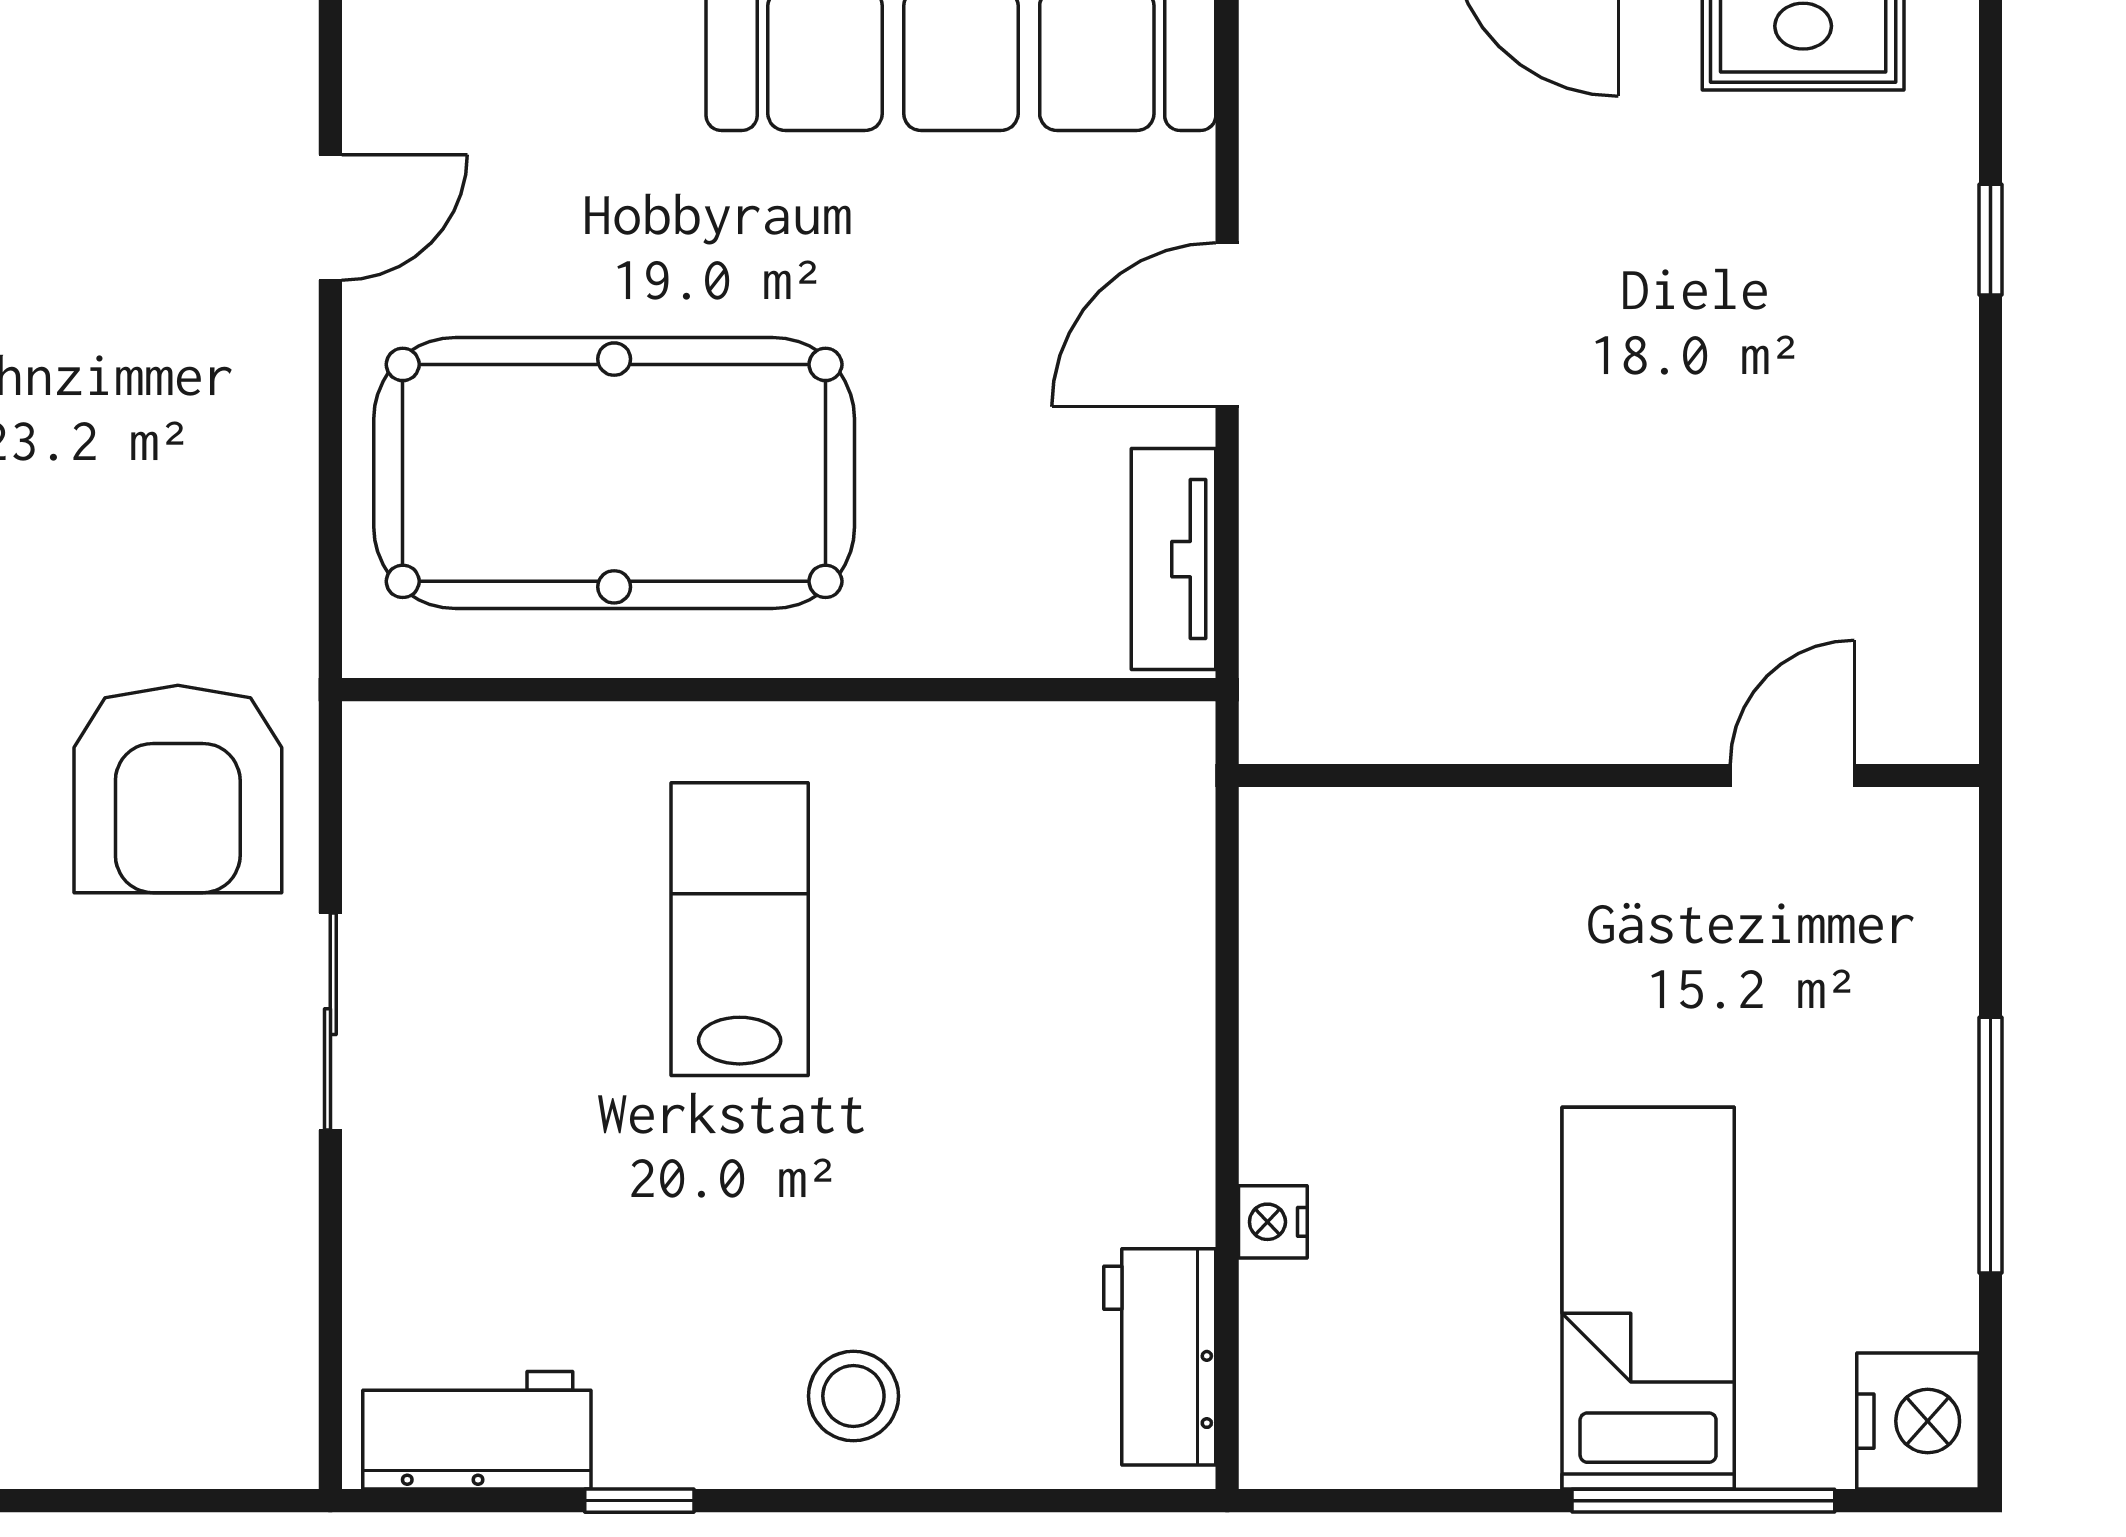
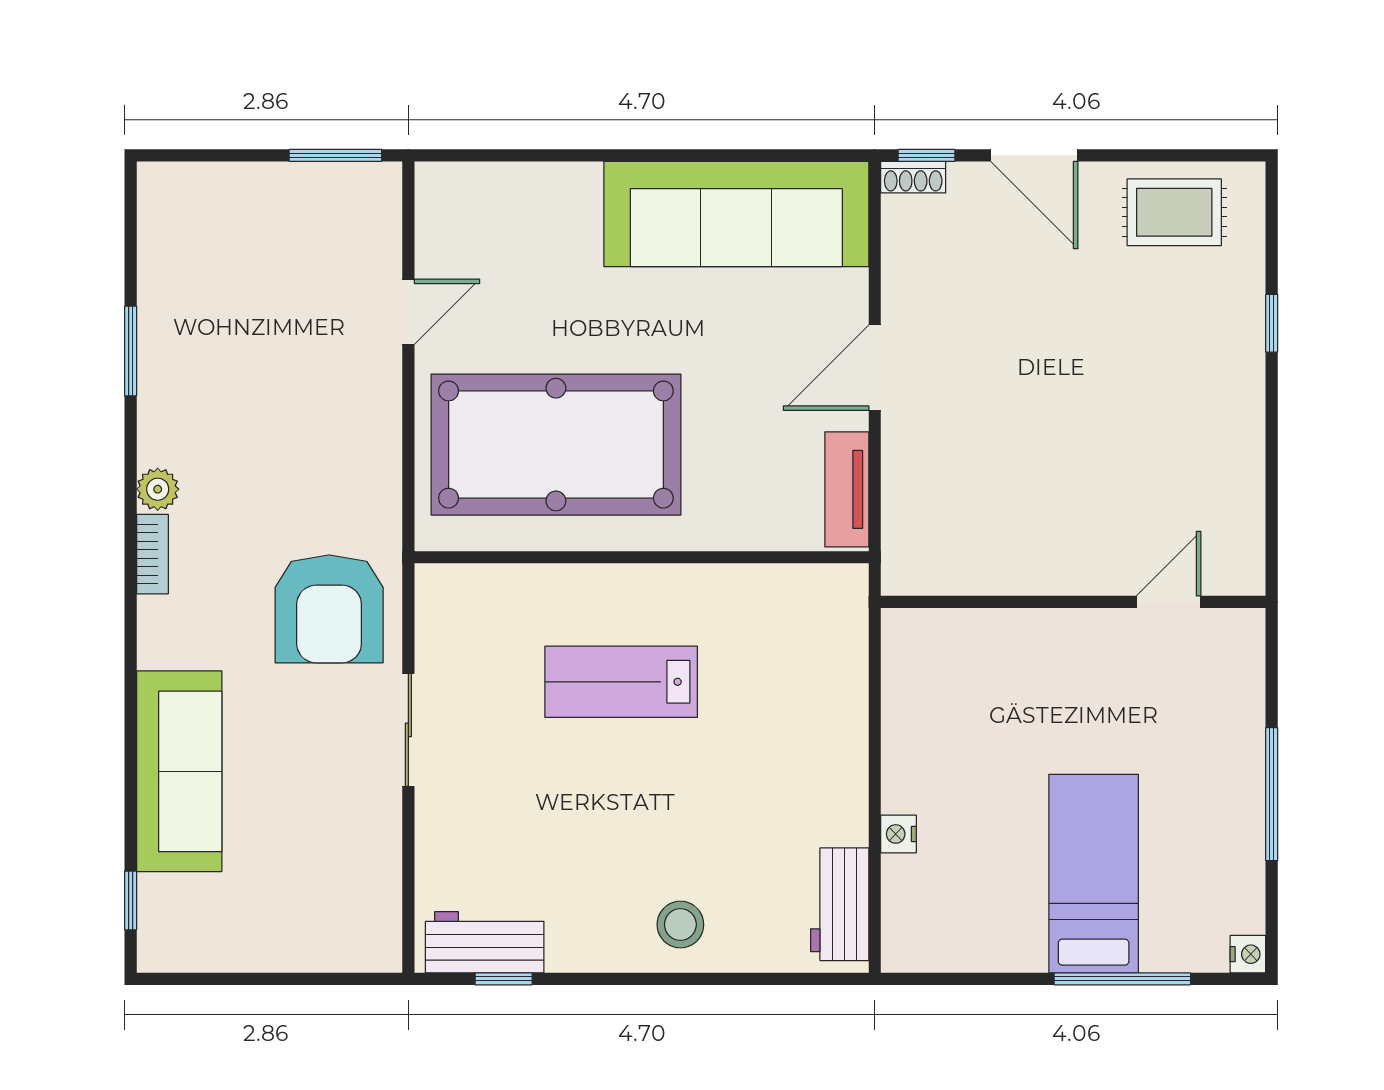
lab bench: (740, 929) -> (621, 682), turned -90
nightstand: (1918, 1421) -> (1248, 954), width x0.53, depth x0.56
window: (639, 1501) -> (504, 979), moved

